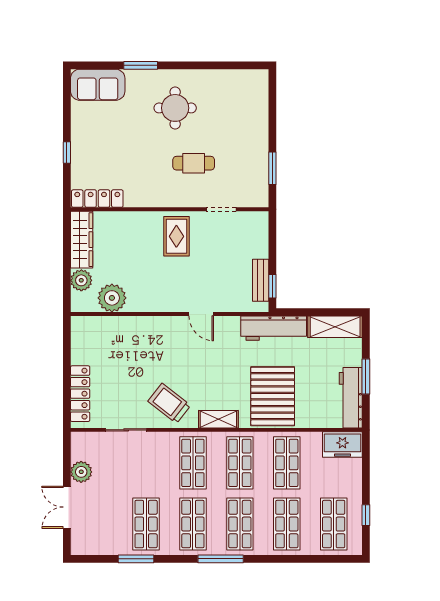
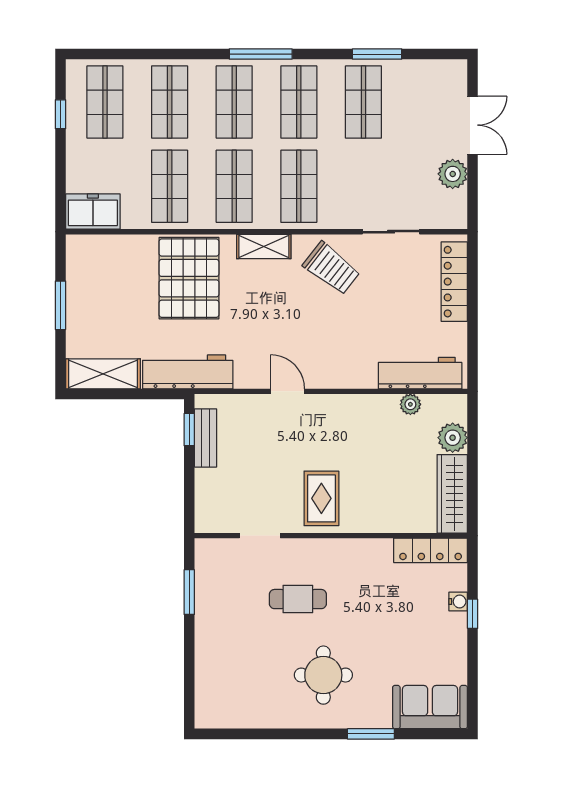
water cooler: (77, 161) -> (458, 601), added
plant: (112, 298) -> (410, 404), width x0.53, depth x0.53
workbench: (351, 398) -> (420, 373), moved, turned -90

